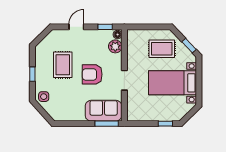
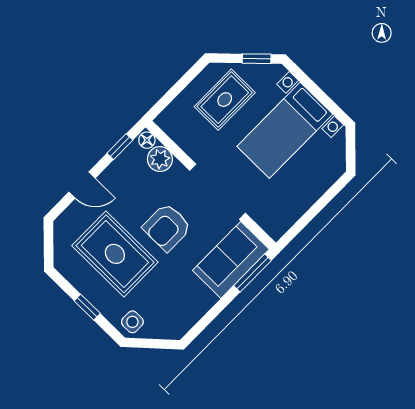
door: (76, 27) -> (82, 185), swing flipped
rug: (63, 65) -> (115, 254), width x1.36, depth x1.43
doorway: (124, 80) -> (218, 192), width x1.88
window: (165, 124) -> (330, 194), removed

